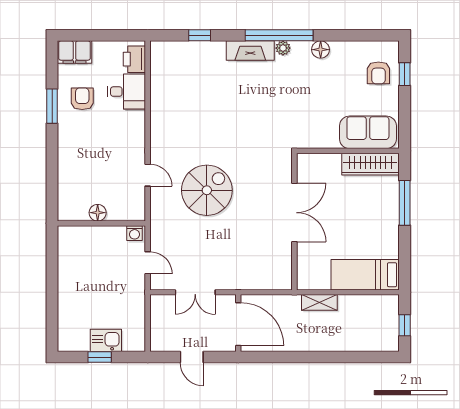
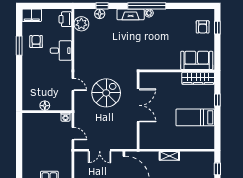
floor lamp: (321, 50) -> (100, 14), moved
plant: (163, 67) -> (81, 24), added
desk: (127, 92) -> (61, 51), moved
window: (405, 203) -> (217, 100), width x0.46
double door: (294, 213) -> (138, 105), moved
wall: (294, 222) -> (138, 111), moved
bed: (365, 275) -> (195, 117), moved

